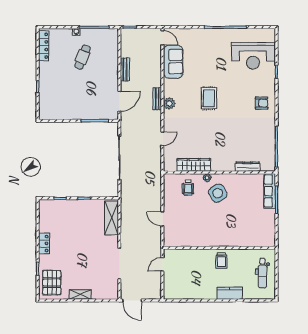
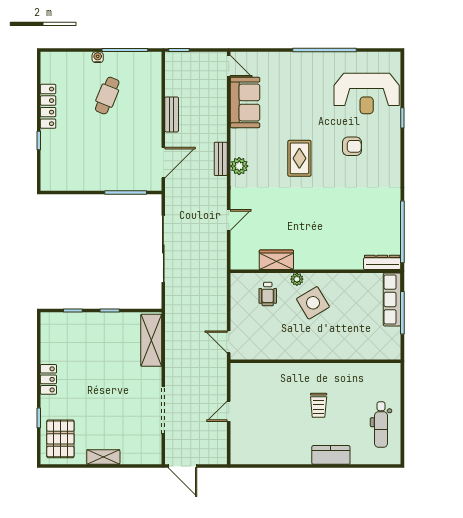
locker: (44, 46) -> (48, 106), moved
armchair: (262, 103) -> (352, 146), moved
wardrobe: (194, 165) -> (276, 260), width x0.67
dresser: (248, 167) -> (382, 262), moved
wall: (219, 248) -> (316, 361), moved

